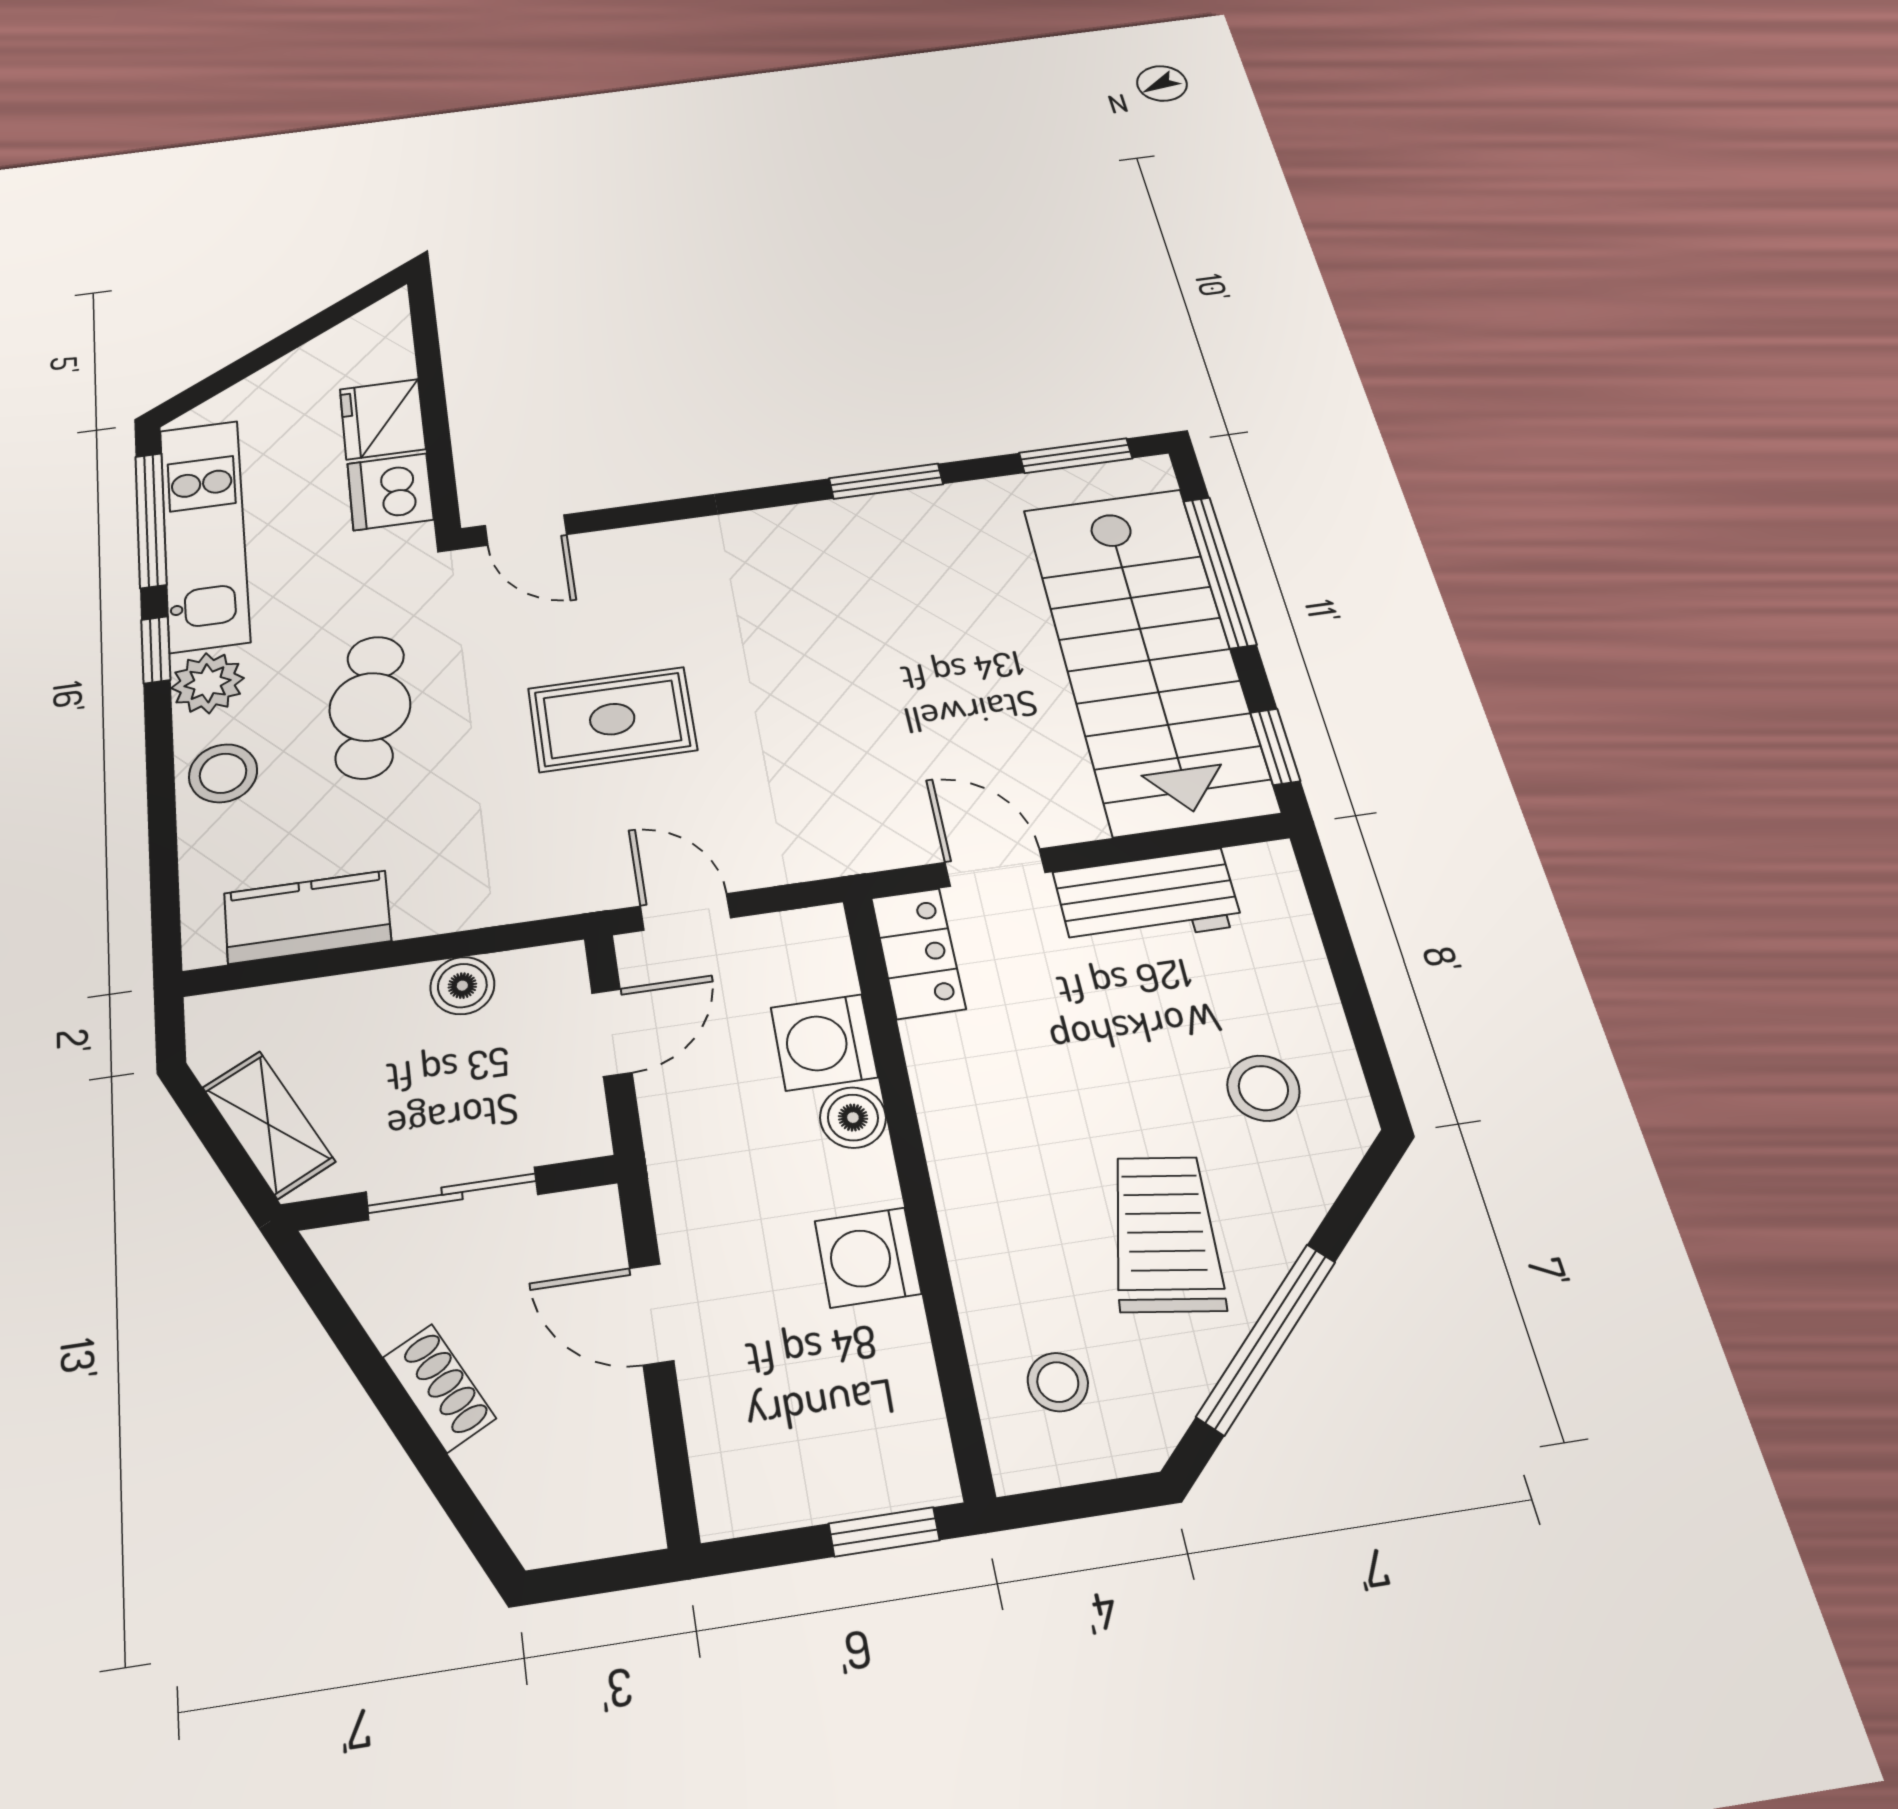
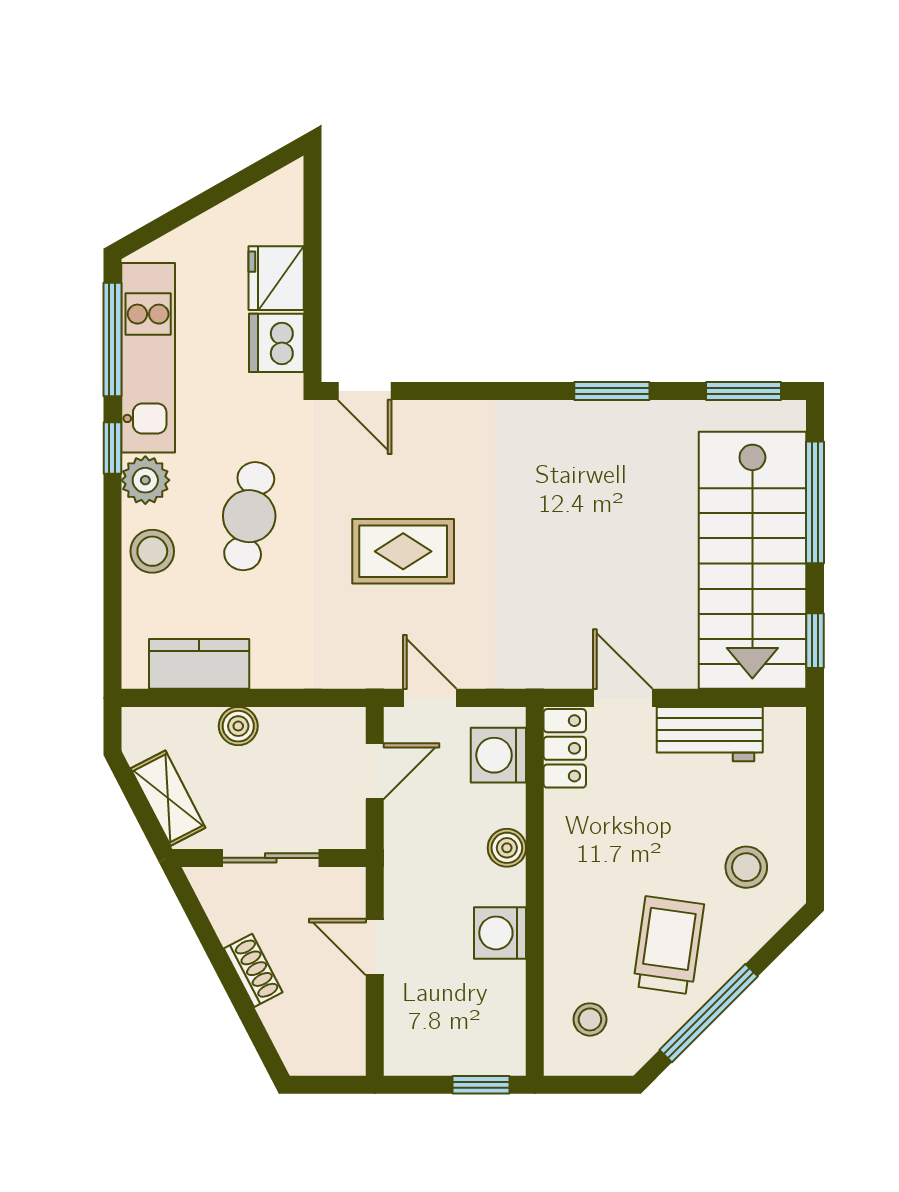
boiler: (462, 986) -> (238, 726), moved
washing machine: (824, 1042) -> (498, 755), moved

